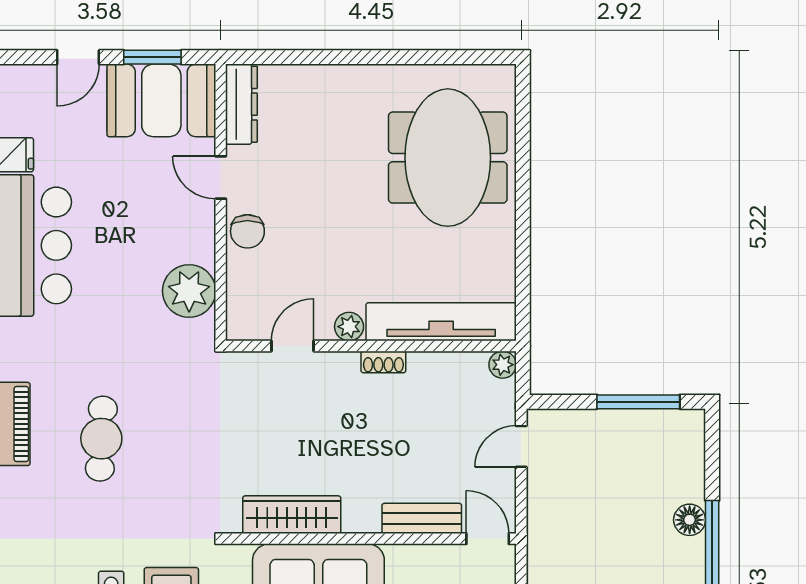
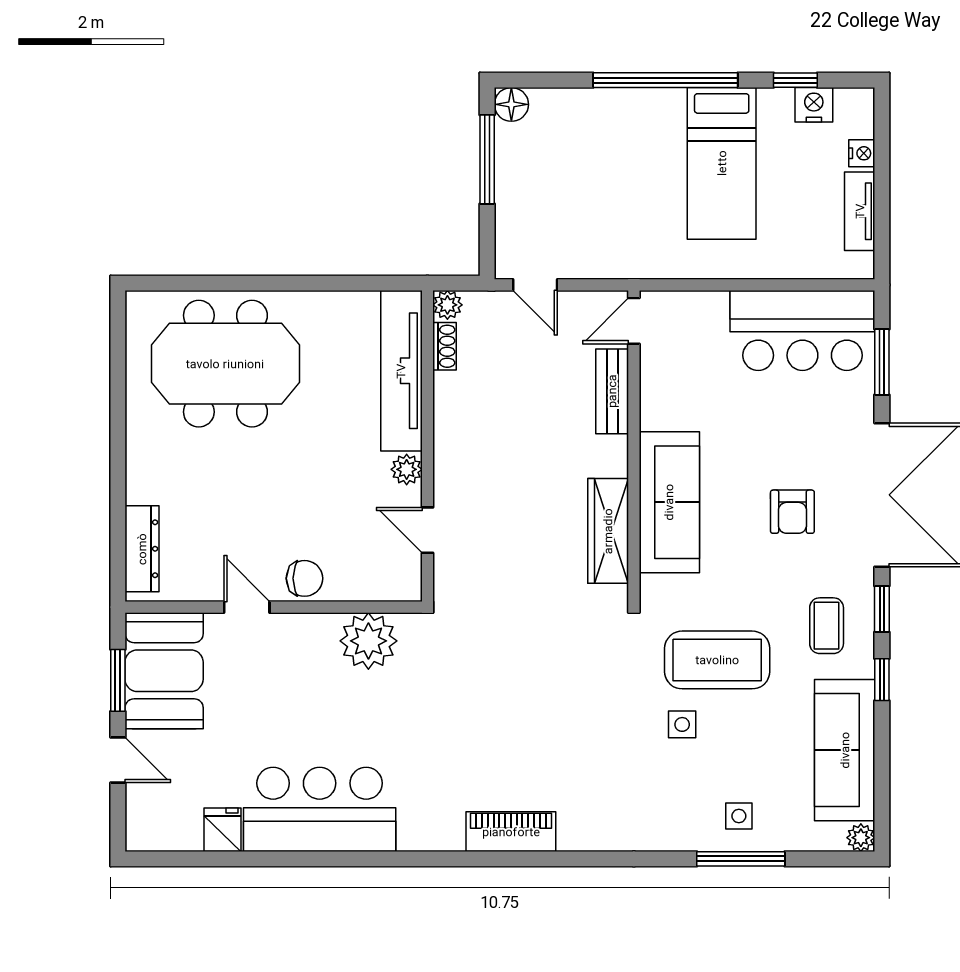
dresser: (241, 104) -> (142, 549), moved, turned 90
door: (221, 177) -> (247, 607), swing flipped
shoe rack: (383, 362) -> (444, 346), moved
cafe table: (101, 439) -> (527, 735), removed
floor lamp: (690, 520) -> (511, 104), moved

